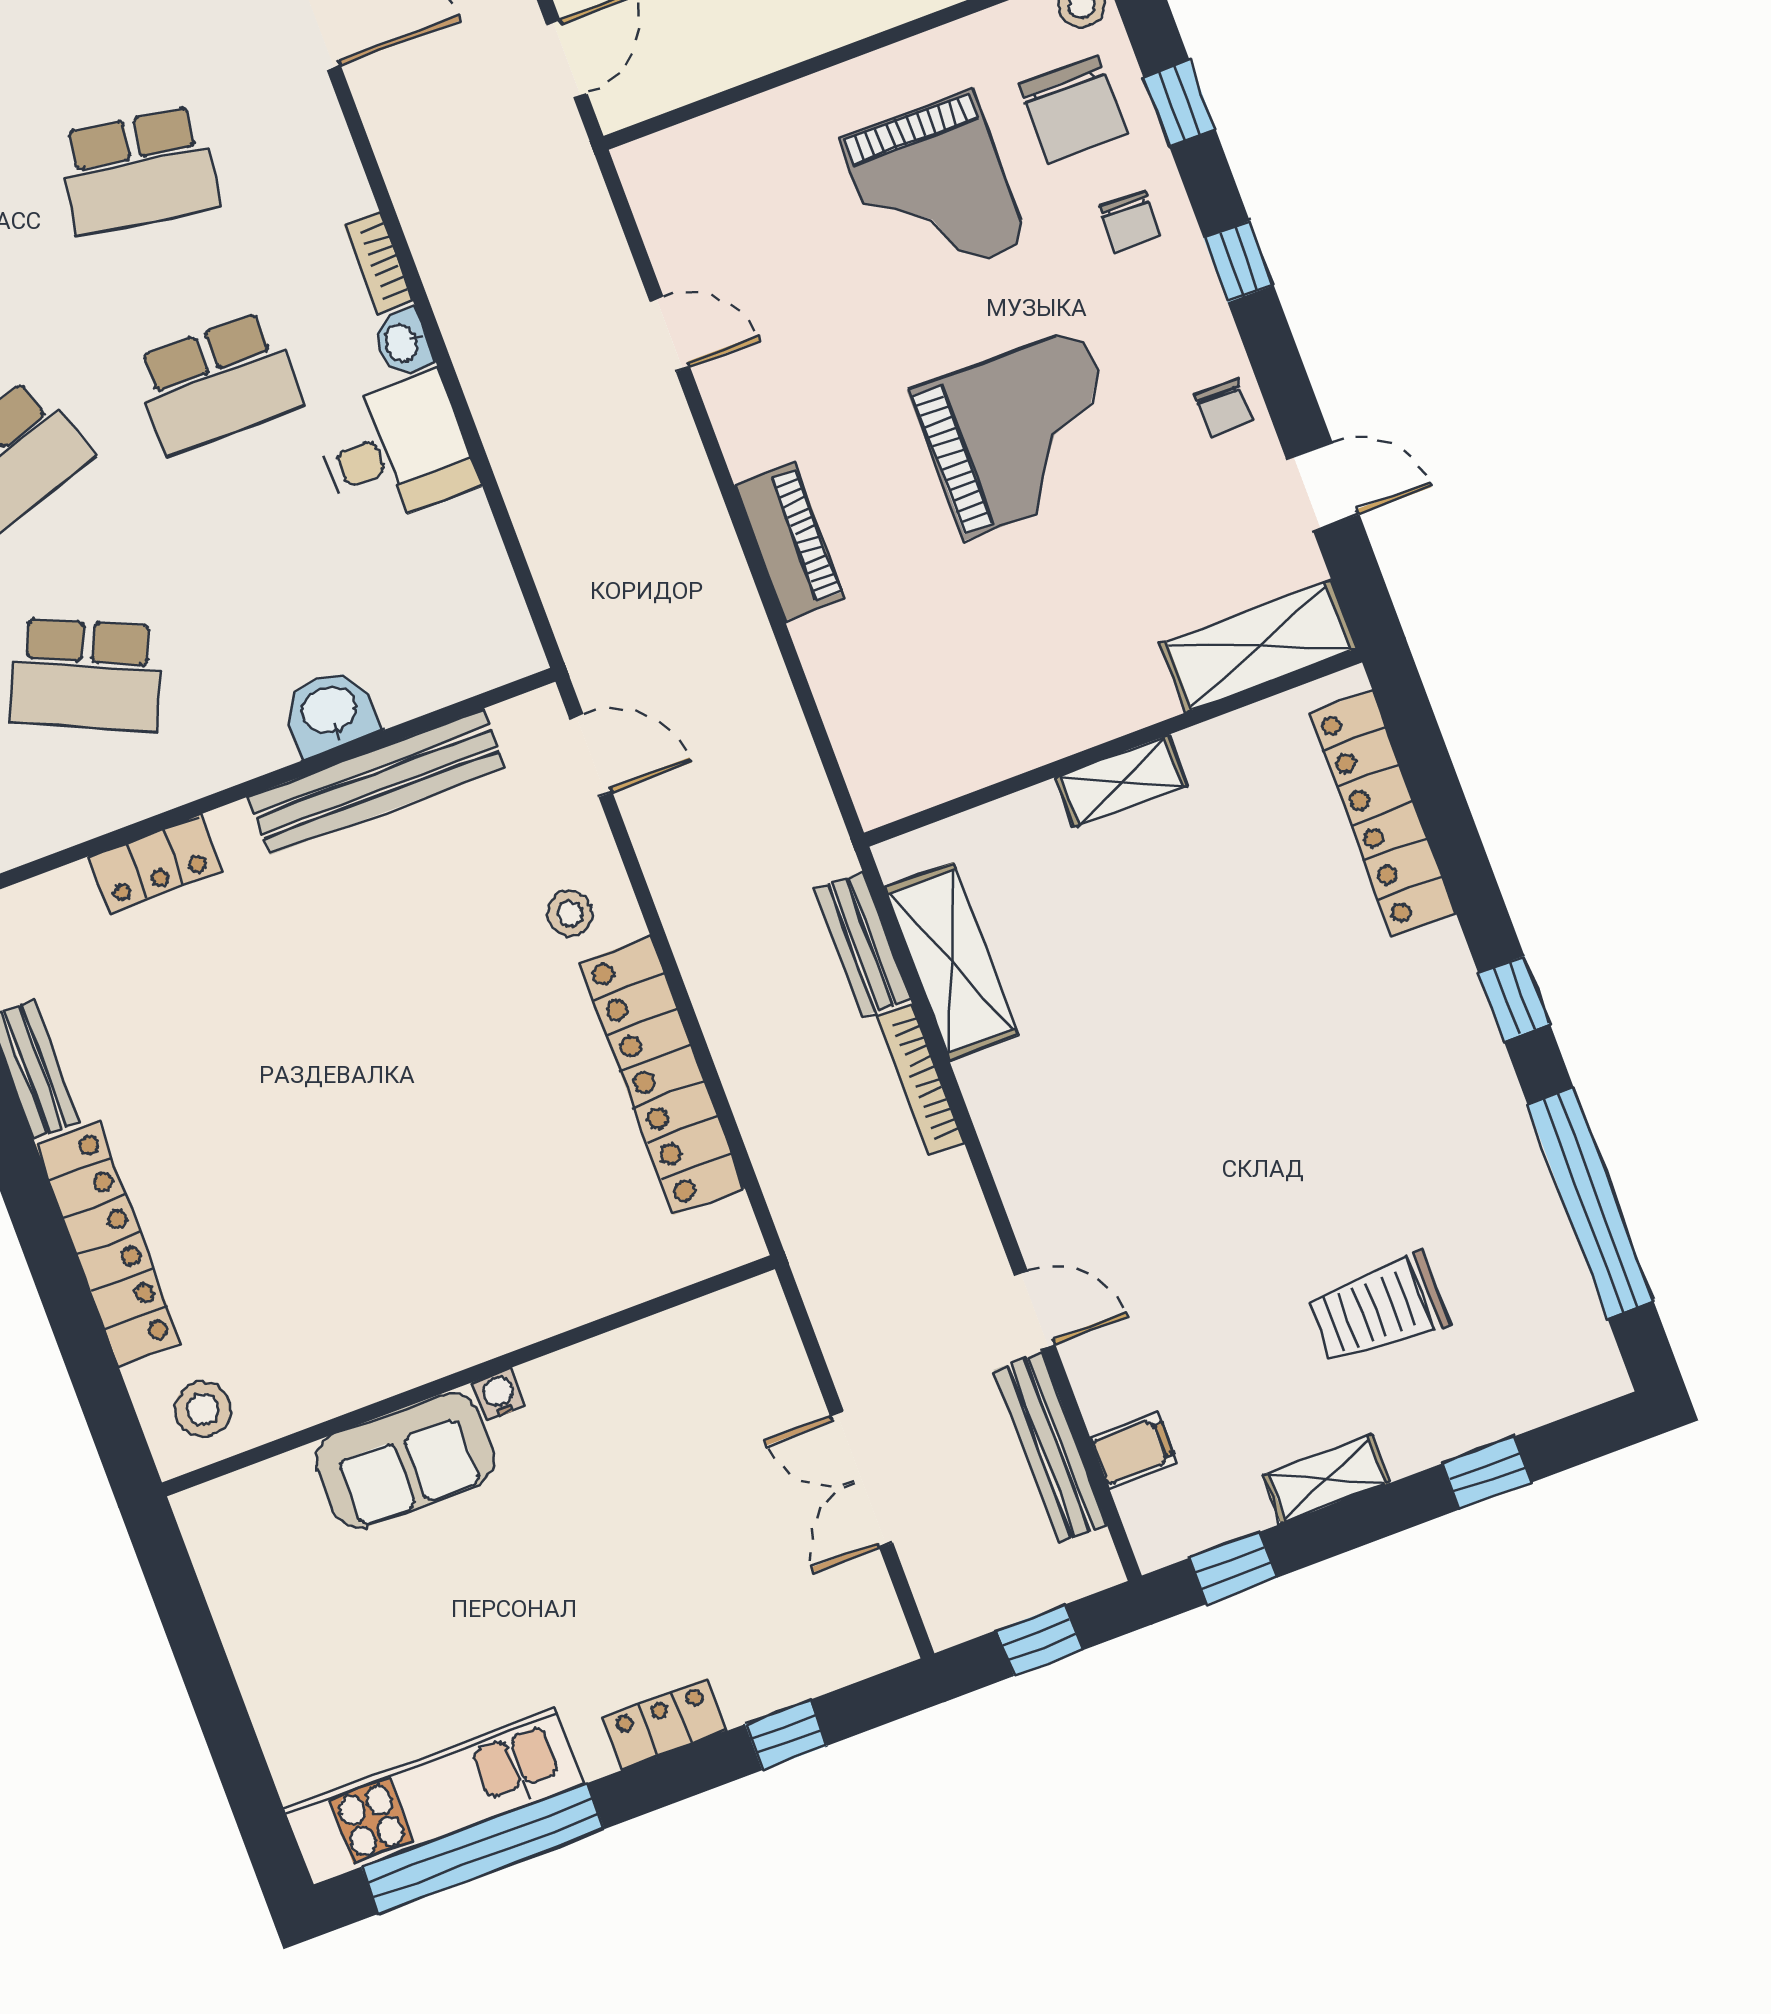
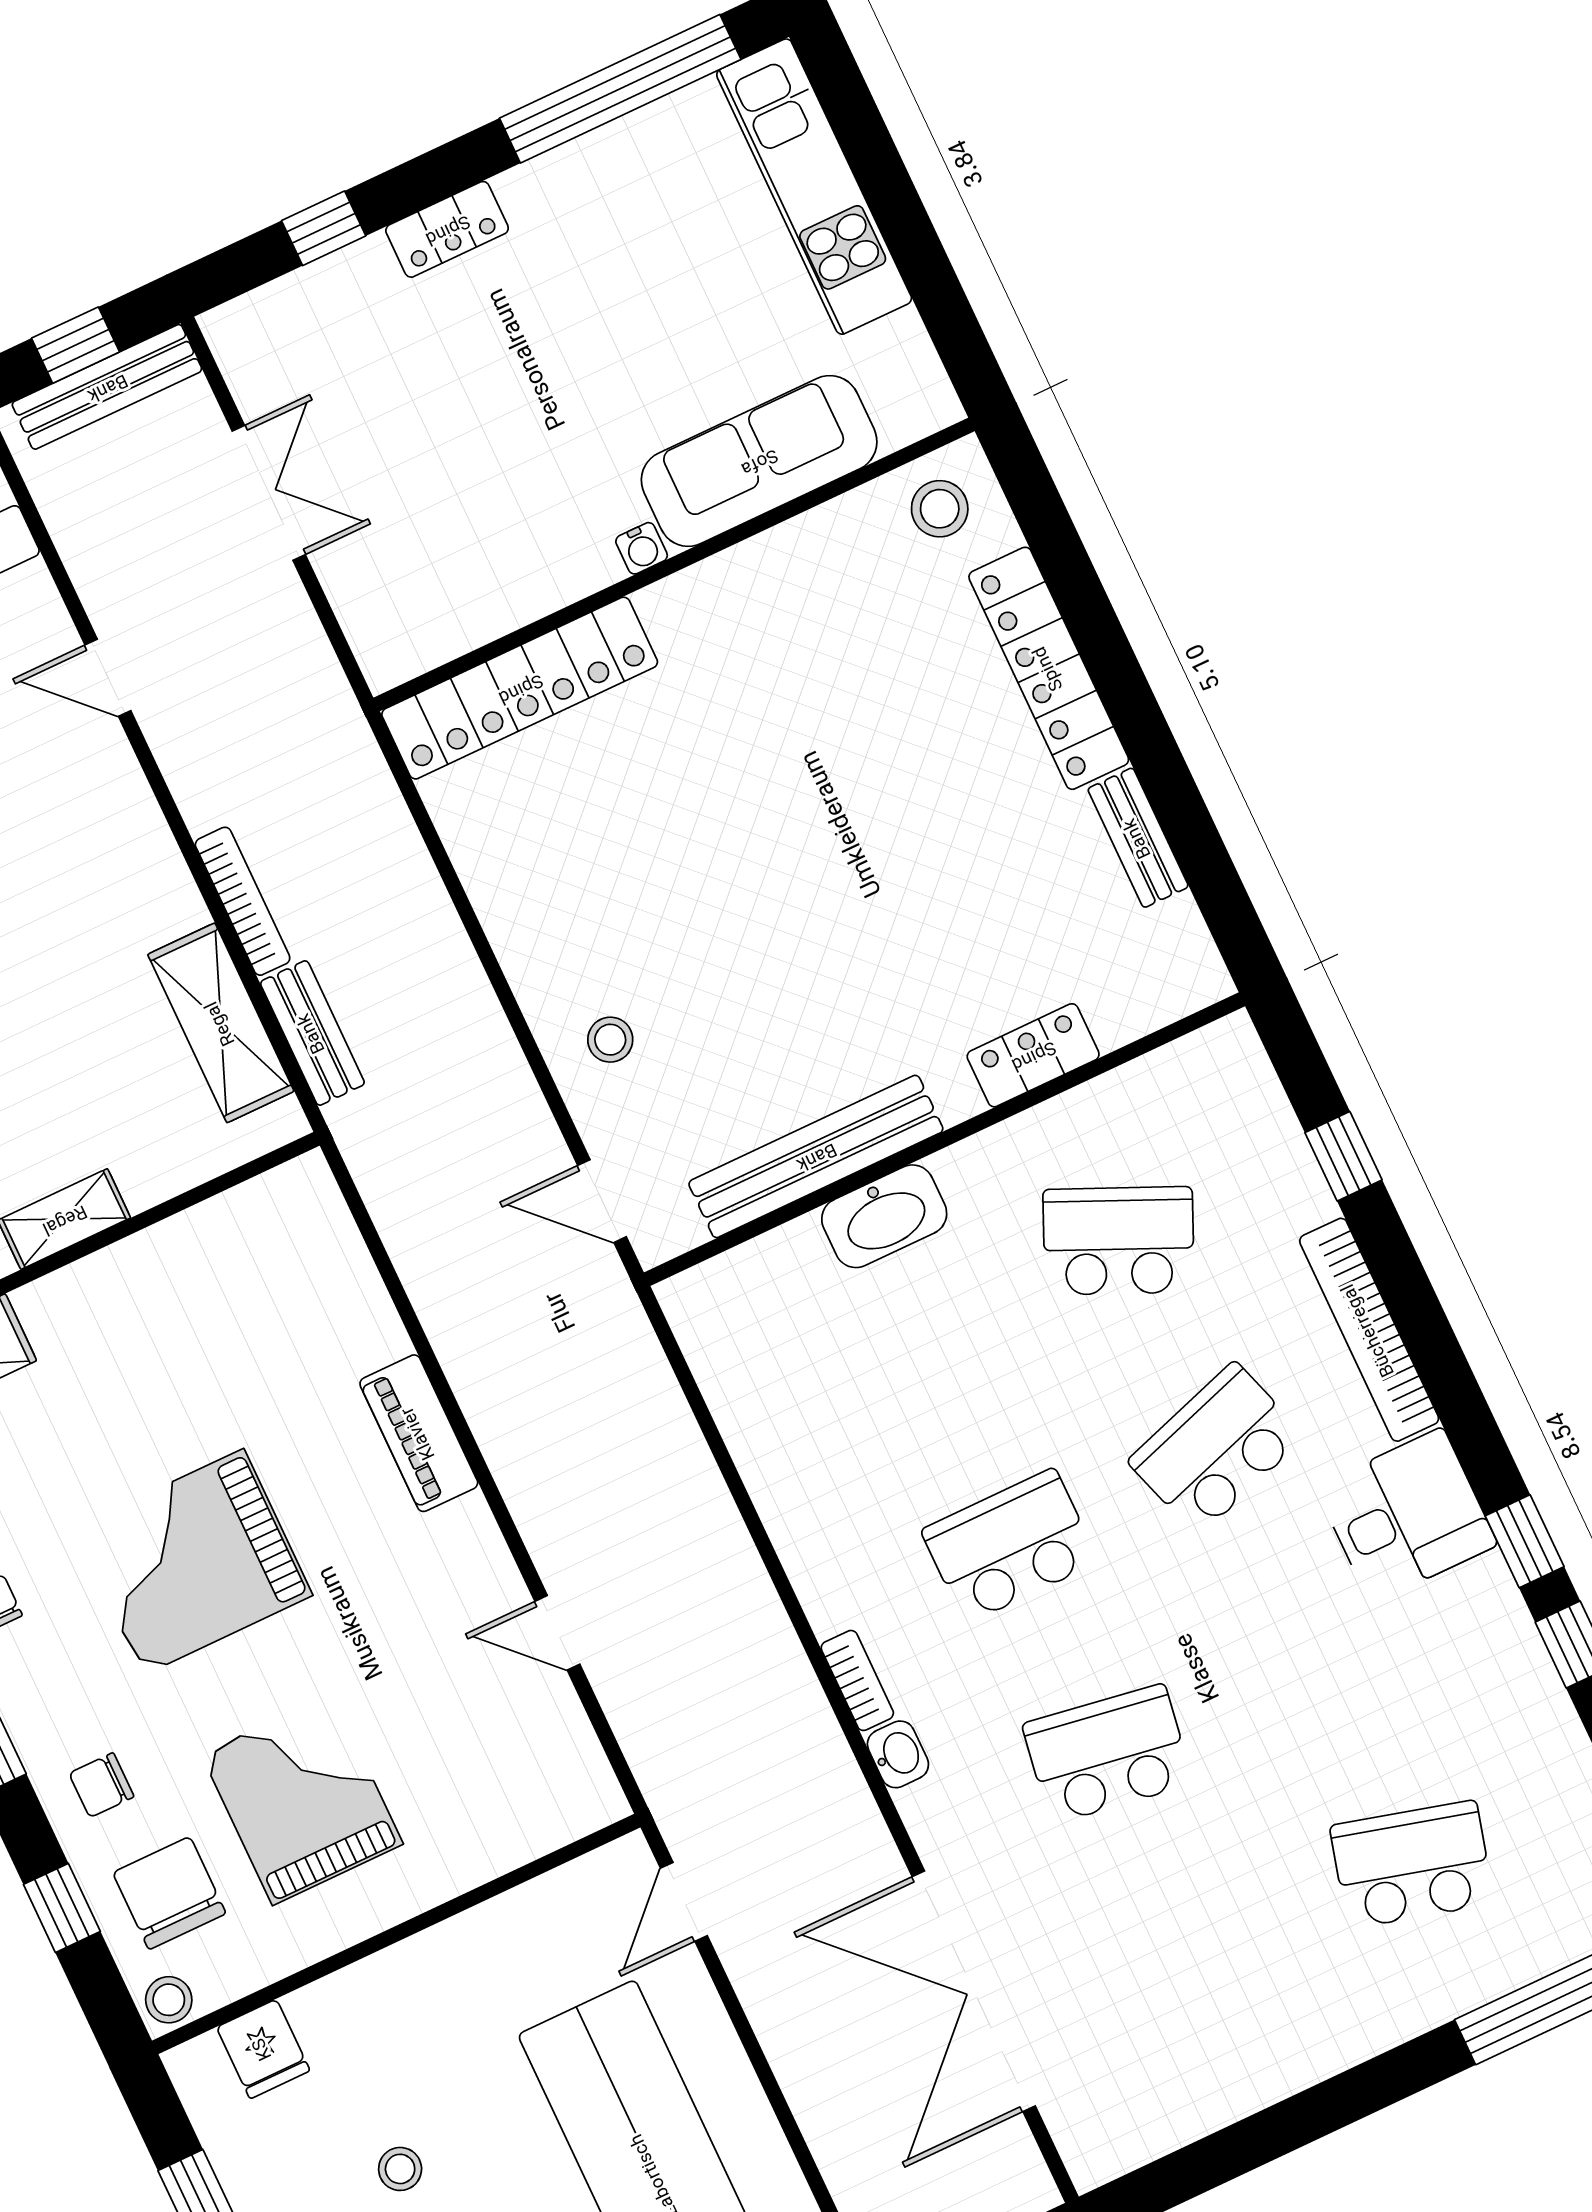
chair: (1131, 221) -> (101, 1785), turned -90
washbasin: (403, 343) -> (898, 1754), moved
desk: (396, 450) -> (824, 1493), removed
washbasin: (330, 712) -> (884, 1216), width x1.38
locker: (662, 1076) -> (520, 688), moved, turned 90
bench: (1050, 1447) -> (107, 387), moved, turned 90
sofa: (405, 1460) -> (759, 461), width x1.36
kitchen unit: (433, 1797) -> (814, 187), moved, turned 90

